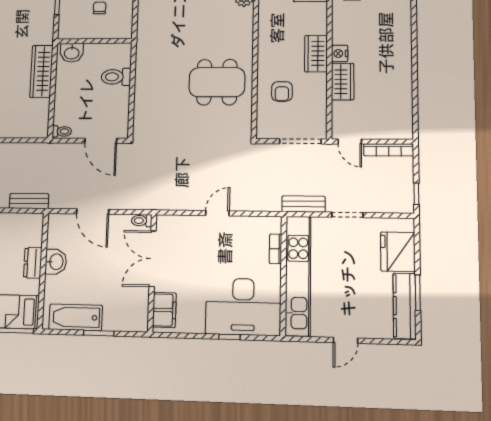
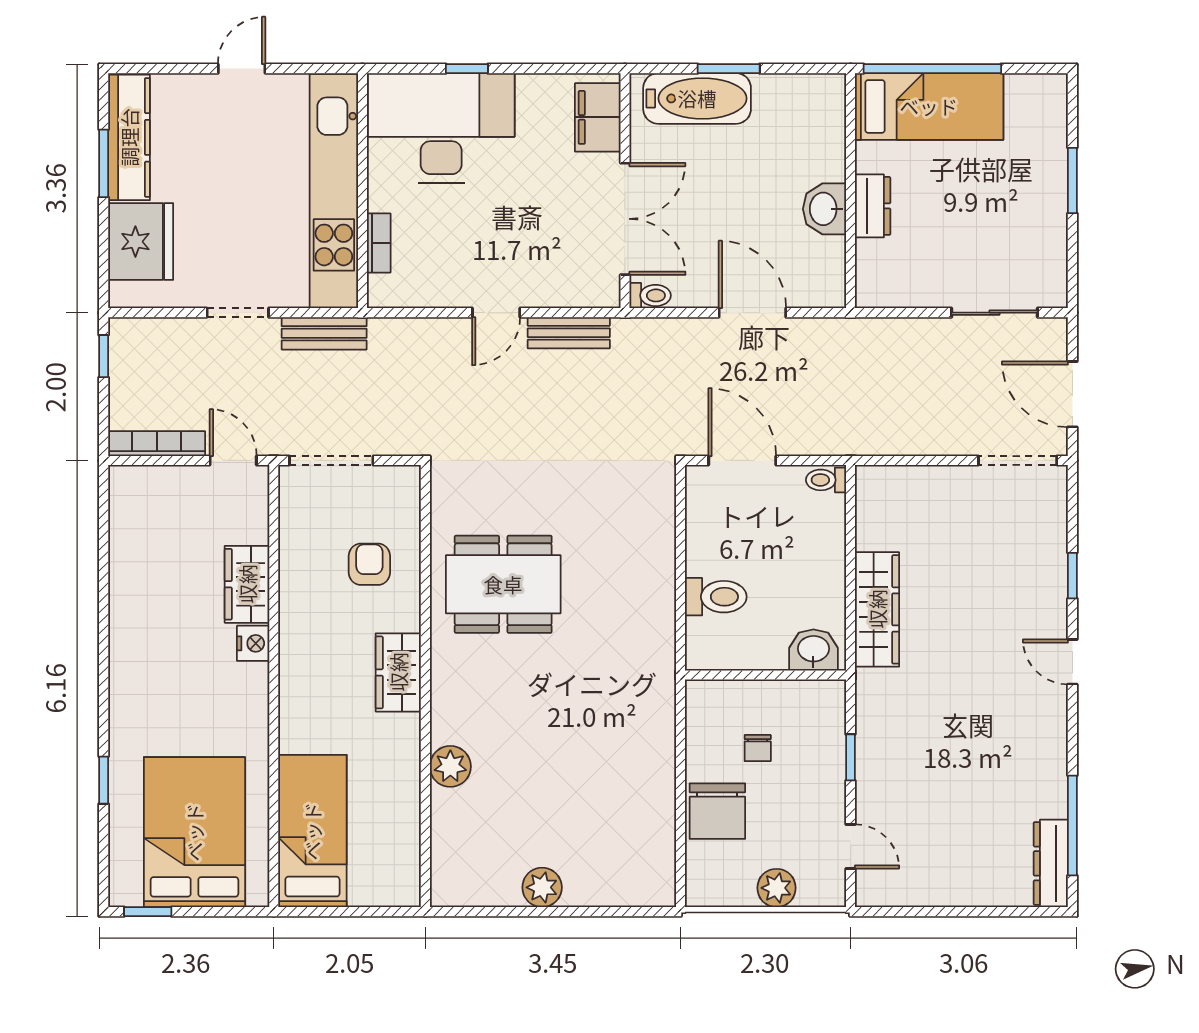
wardrobe: (316, 54) -> (398, 672), moved, turned 180
bench: (29, 201) -> (569, 333), moved
bathtub: (76, 317) -> (697, 98), moved

